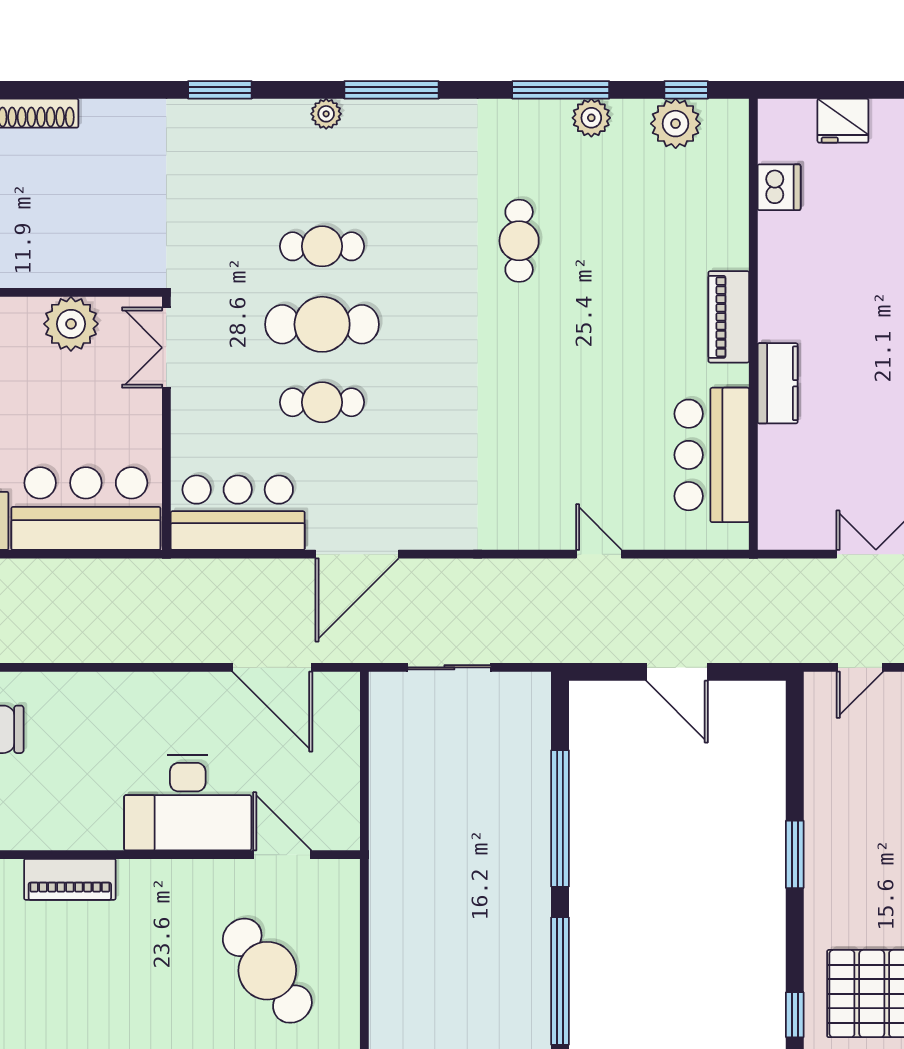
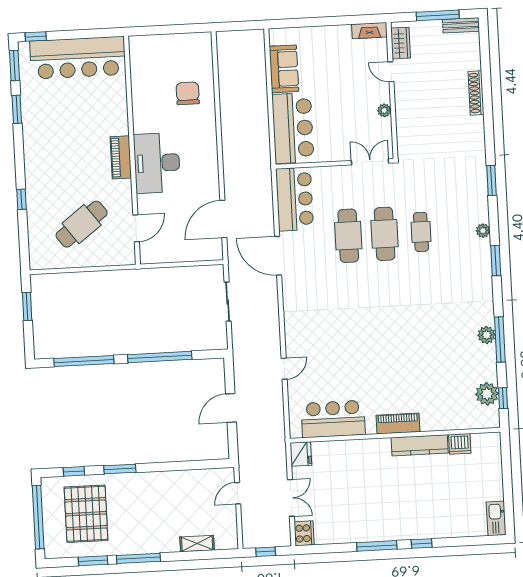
window: (391, 90) -> (496, 261), width x0.69
plant: (591, 118) -> (487, 335), moved
fridge: (843, 121) -> (301, 454), moved, turned 180
cafe table: (519, 241) -> (428, 324), removed
plant: (71, 324) -> (384, 110), width x0.53, depth x0.53
kitchen counter: (778, 383) -> (420, 445), moved, width x1.50
cafe table: (322, 402) -> (348, 236), width x1.37, depth x1.35
door: (860, 667) -> (238, 493), hinge flipped
desk: (188, 803) -> (157, 163), moved
window: (795, 854) -> (120, 469), moved
piano: (70, 879) -> (121, 157), moved

